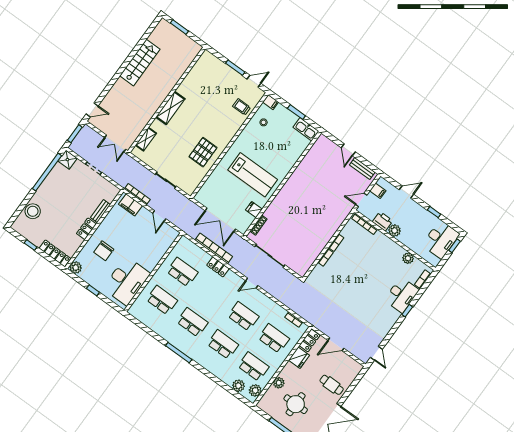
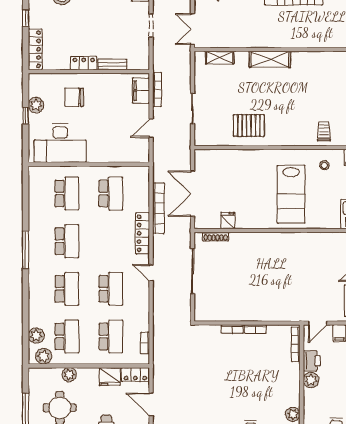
lab bench: (253, 175) -> (291, 194), moved
door: (361, 200) -> (318, 323), swing flipped
locker: (218, 267) -> (143, 233), width x1.53
plant: (76, 268) -> (36, 105), moved

